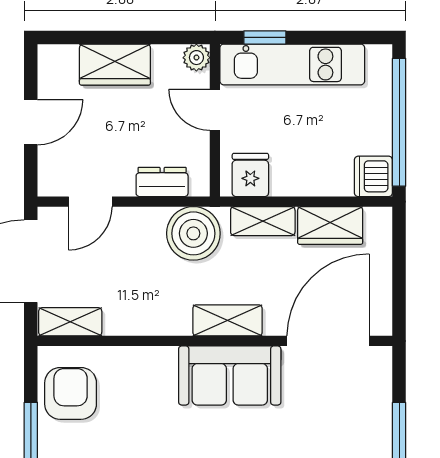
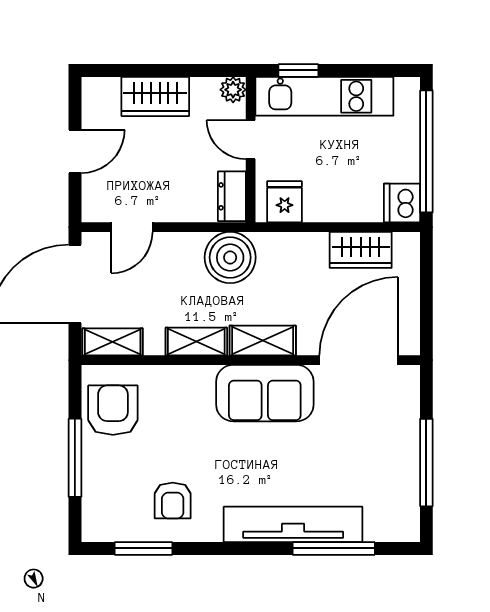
dresser: (162, 182) -> (232, 196), moved, turned -90
shelving: (263, 221) -> (196, 342), moved

